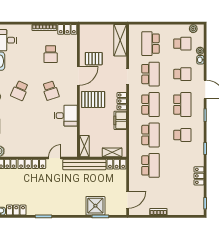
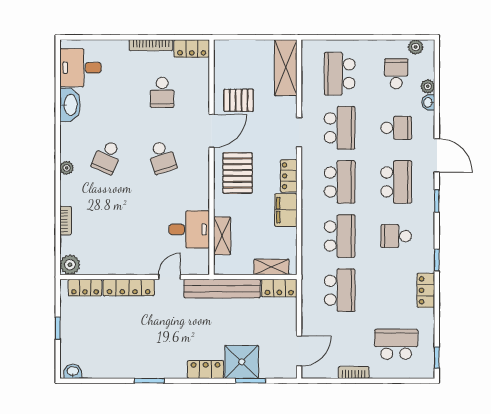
school desk: (182, 44) -> (396, 74), turned -90
pallet: (93, 99) -> (238, 173), turned 90
desk: (66, 116) -> (189, 229), moved
school desk: (182, 135) -> (396, 236), turned 180
shelving: (84, 146) -> (222, 236), moved
locker: (199, 176) -> (426, 290), moved
school desk: (182, 196) -> (396, 344), added
locker: (16, 210) -> (206, 369), moved

